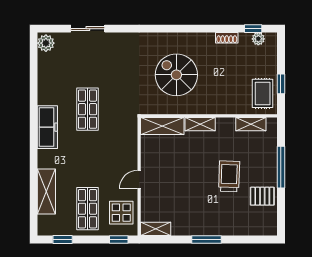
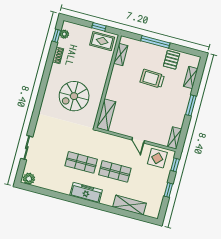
shelving: (200, 124) -> (191, 77), moved
shop shelf: (87, 209) -> (115, 171), moved
window: (63, 240) -> (168, 190), moved

